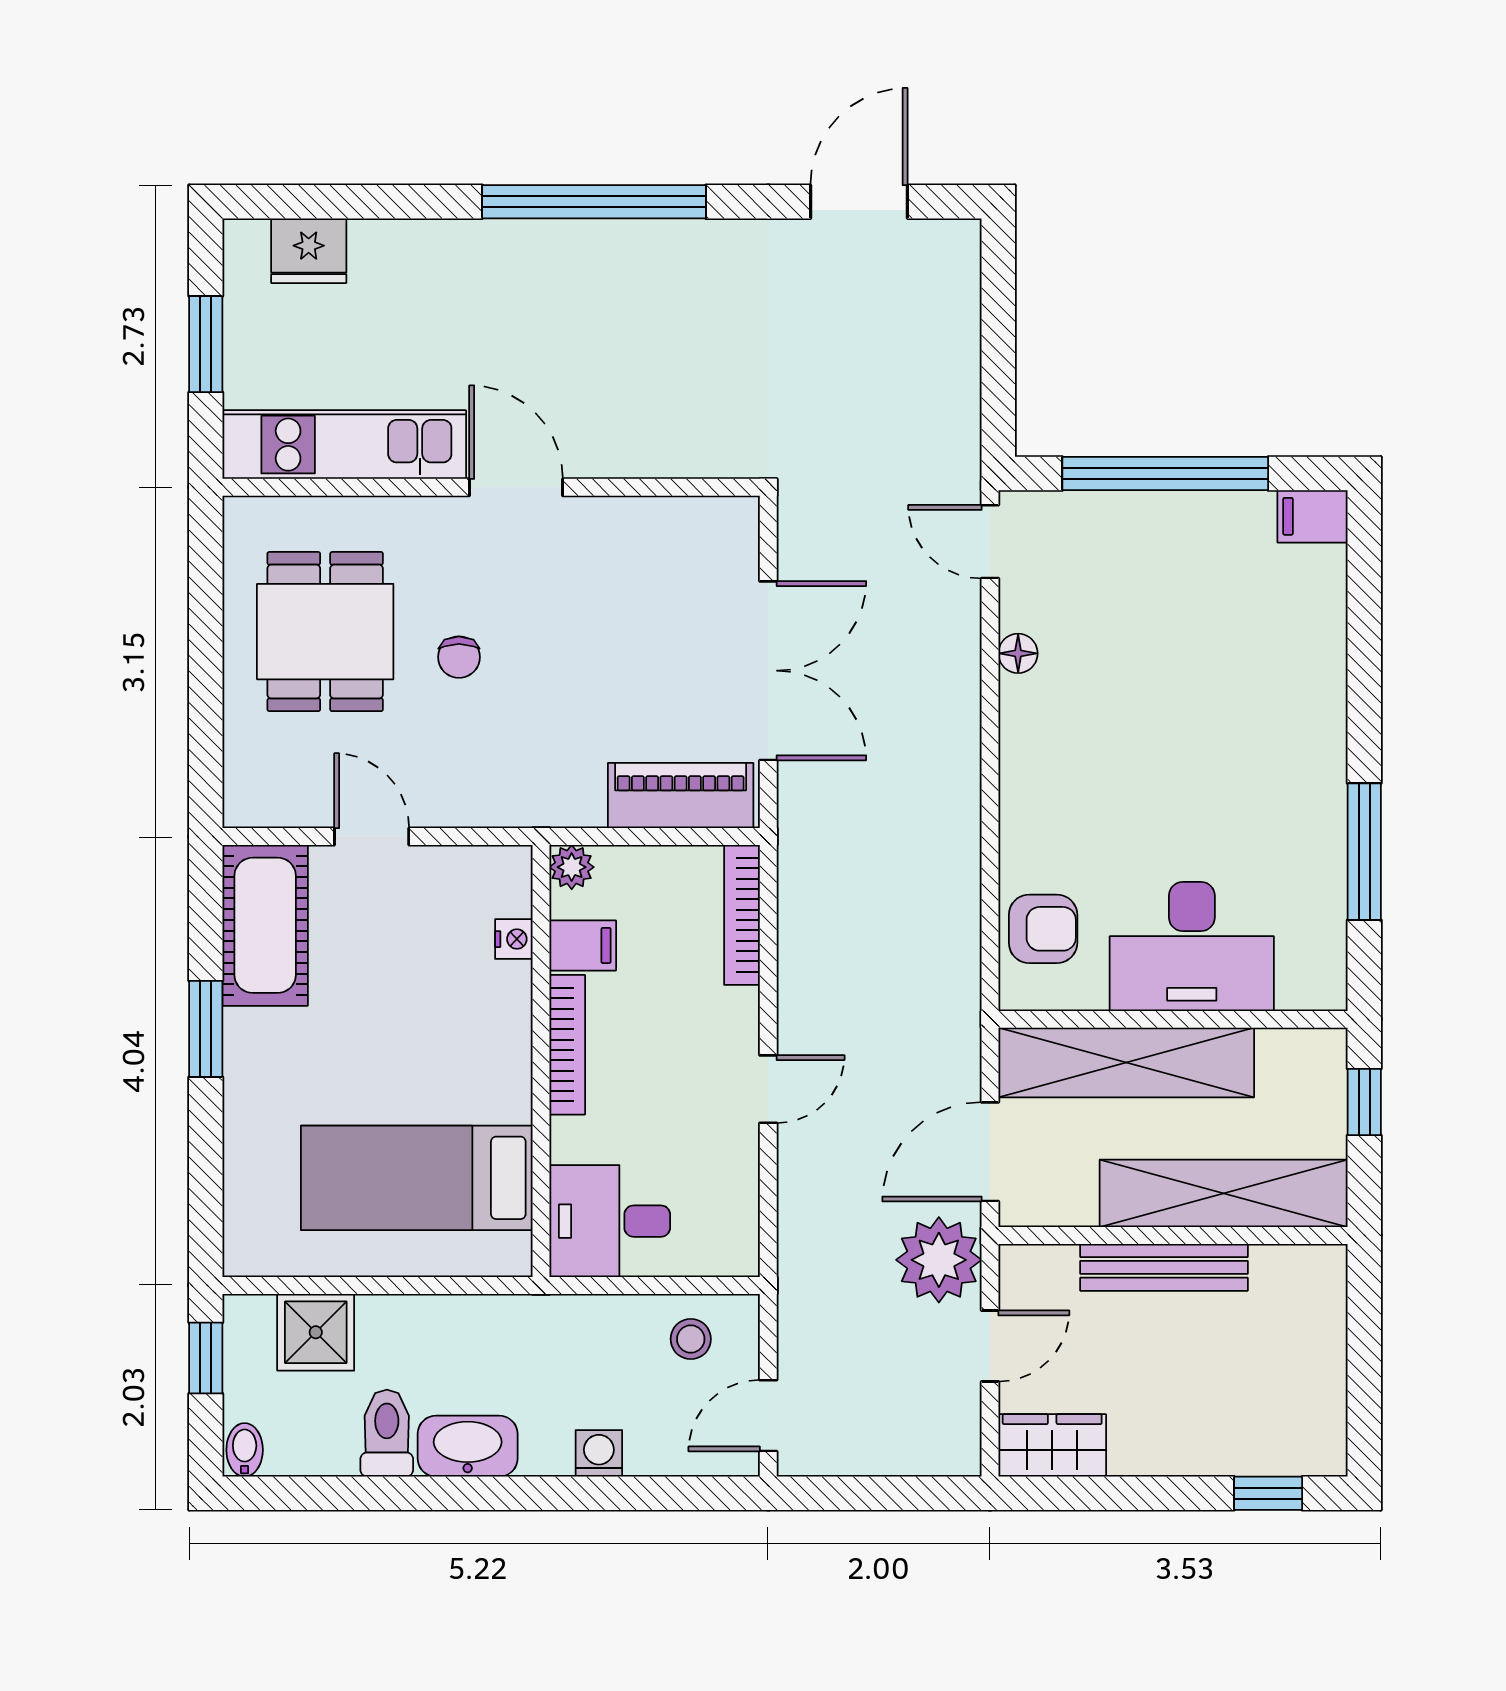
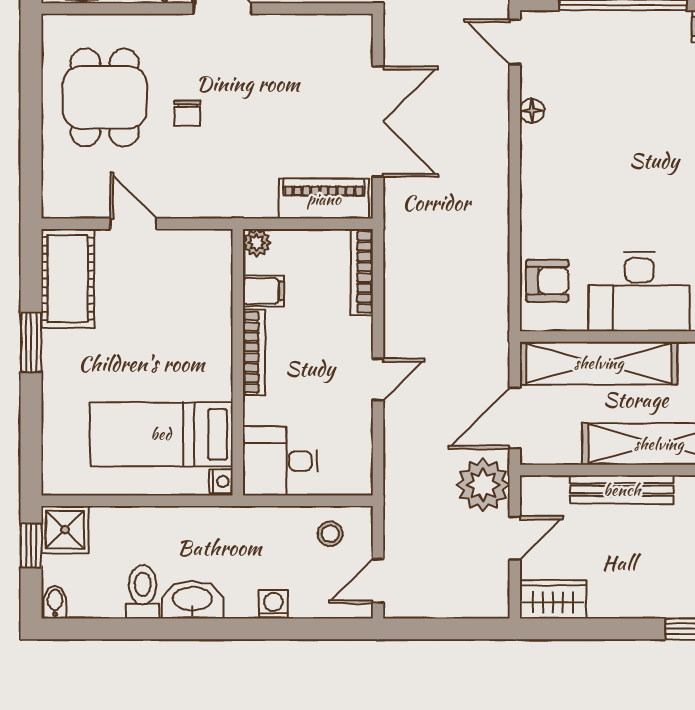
nightstand: (514, 939) -> (221, 482), moved
shower: (316, 1332) -> (65, 530), moved

